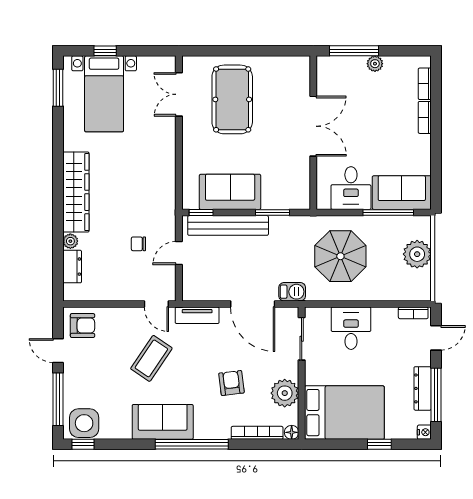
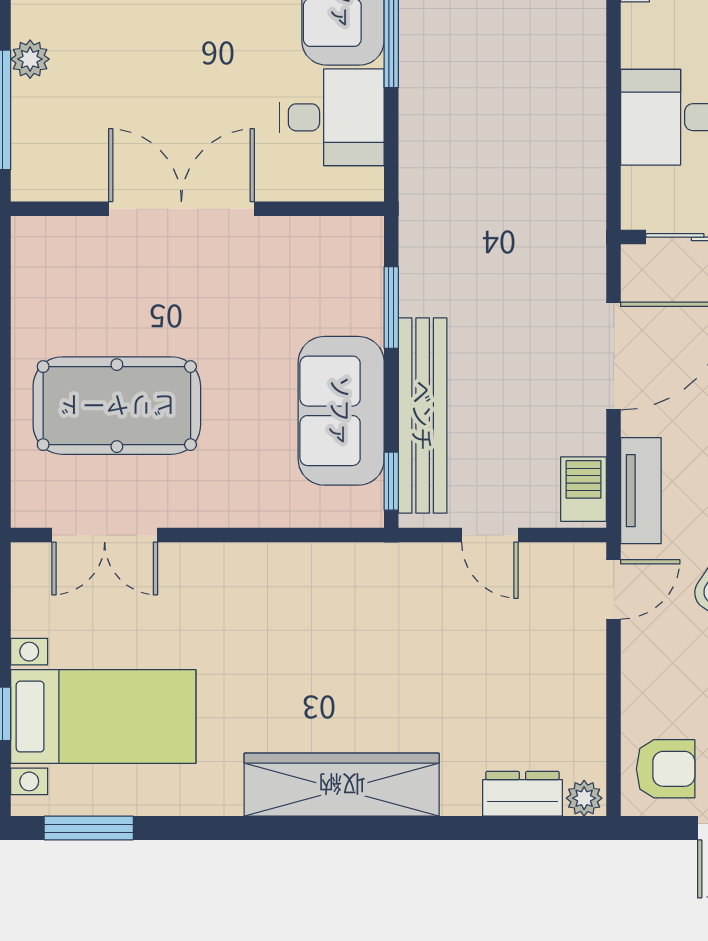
plant: (70, 241) -> (584, 798), moved
chair: (138, 244) -> (467, 633), removed
parasol: (340, 256) -> (497, 143), removed
barbecue: (292, 292) -> (584, 489), moved
armchair: (83, 326) -> (666, 769), turned 90

